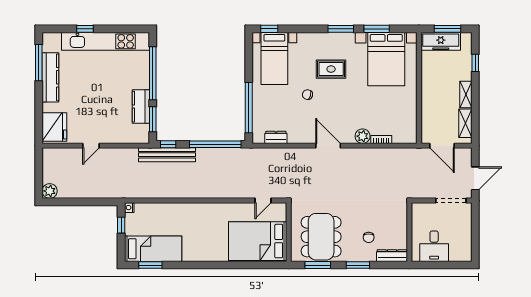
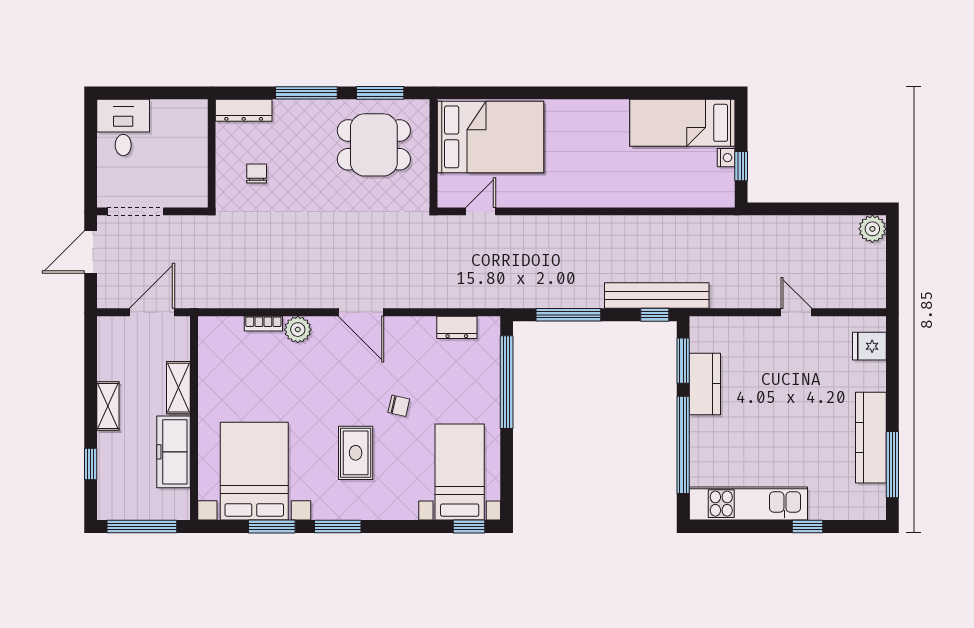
window: (447, 29) -> (142, 527), width x1.44
kitchen unit: (105, 41) -> (748, 504), width x0.73
freezer: (441, 41) -> (174, 452), moved, turned -90
rug: (331, 69) -> (356, 453), turned 90
shelving: (465, 123) -> (178, 388), moved
fridge: (54, 127) -> (869, 346), width x0.53, depth x0.75
window: (215, 144) -> (568, 315), width x0.68
door: (91, 146) -> (796, 312), hinge flipped
door: (442, 146) -> (152, 312), hinge flipped
nightstand: (129, 208) -> (726, 158), moved
dining table: (321, 237) -> (374, 145), width x0.73
chair: (369, 237) -> (257, 173), moved
desk: (434, 246) -> (123, 128), moved
window: (150, 265) -> (687, 93), removed
window: (358, 265) -> (306, 93), width x1.44

